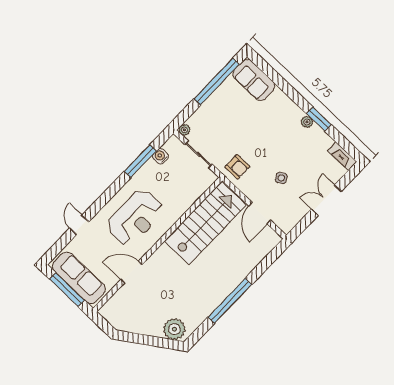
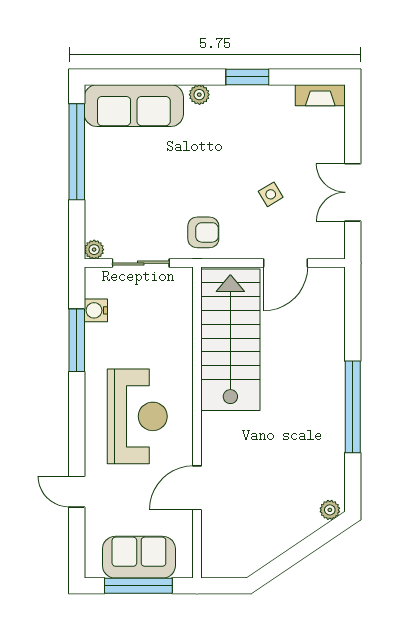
sofa: (254, 80) -> (134, 106), width x1.36
plant: (307, 122) -> (199, 95), moved
double door: (326, 200) -> (353, 192), moved
door: (260, 213) -> (285, 263), hinge flipped
sofa: (79, 278) -> (139, 557), width x0.73
plant: (174, 329) -> (330, 510), width x0.53, depth x0.53

